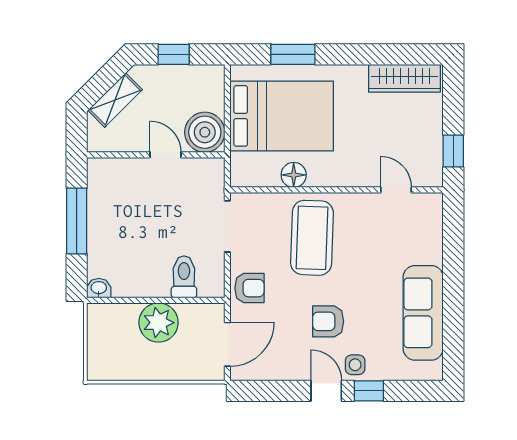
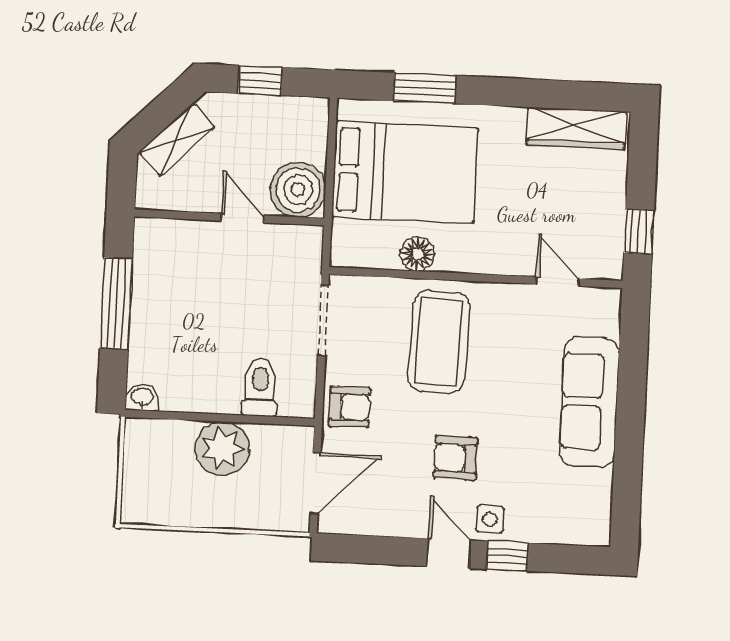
sofa: (423, 313) -> (589, 402), moved

